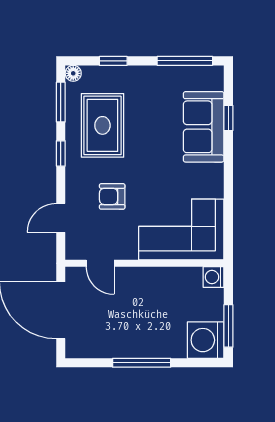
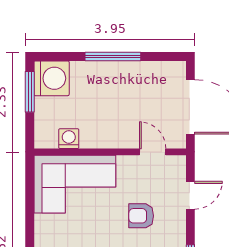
armchair: (112, 196) -> (141, 216), turned 180
washing machine: (214, 277) -> (69, 139), moved, turned -90

